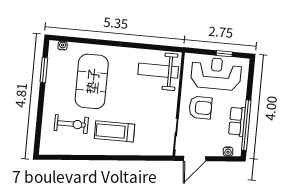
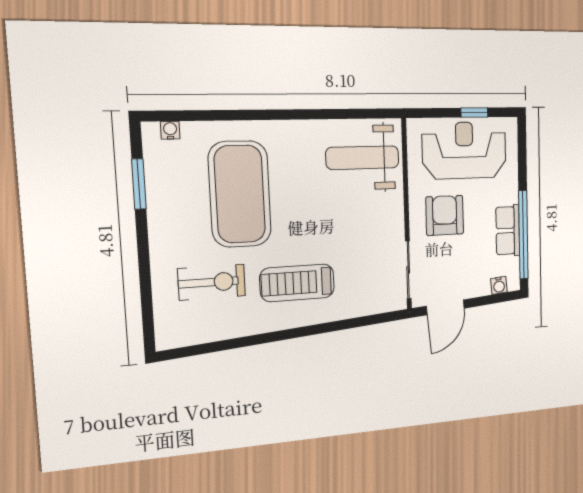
armchair: (200, 108) -> (445, 215), turned -90

